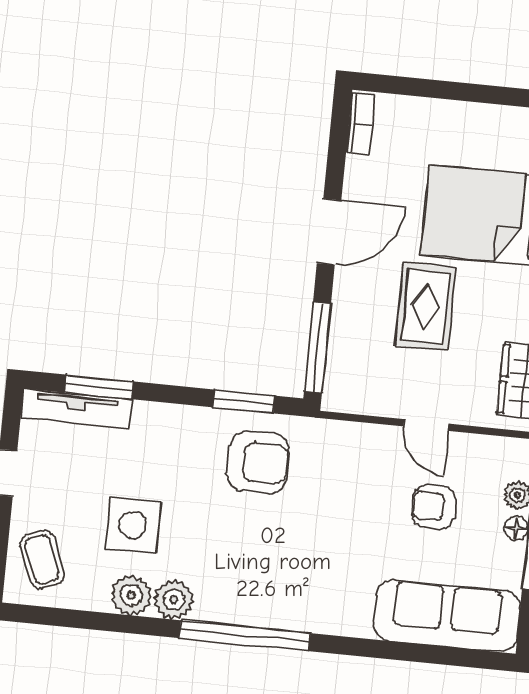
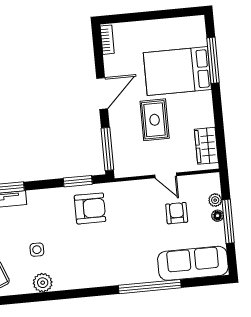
armchair: (434, 507) -> (177, 213), turned 90
side table: (133, 525) -> (37, 250), width x0.54, depth x0.54
plant: (174, 600) -> (63, 281), removed
window: (245, 636) -> (150, 287), moved

